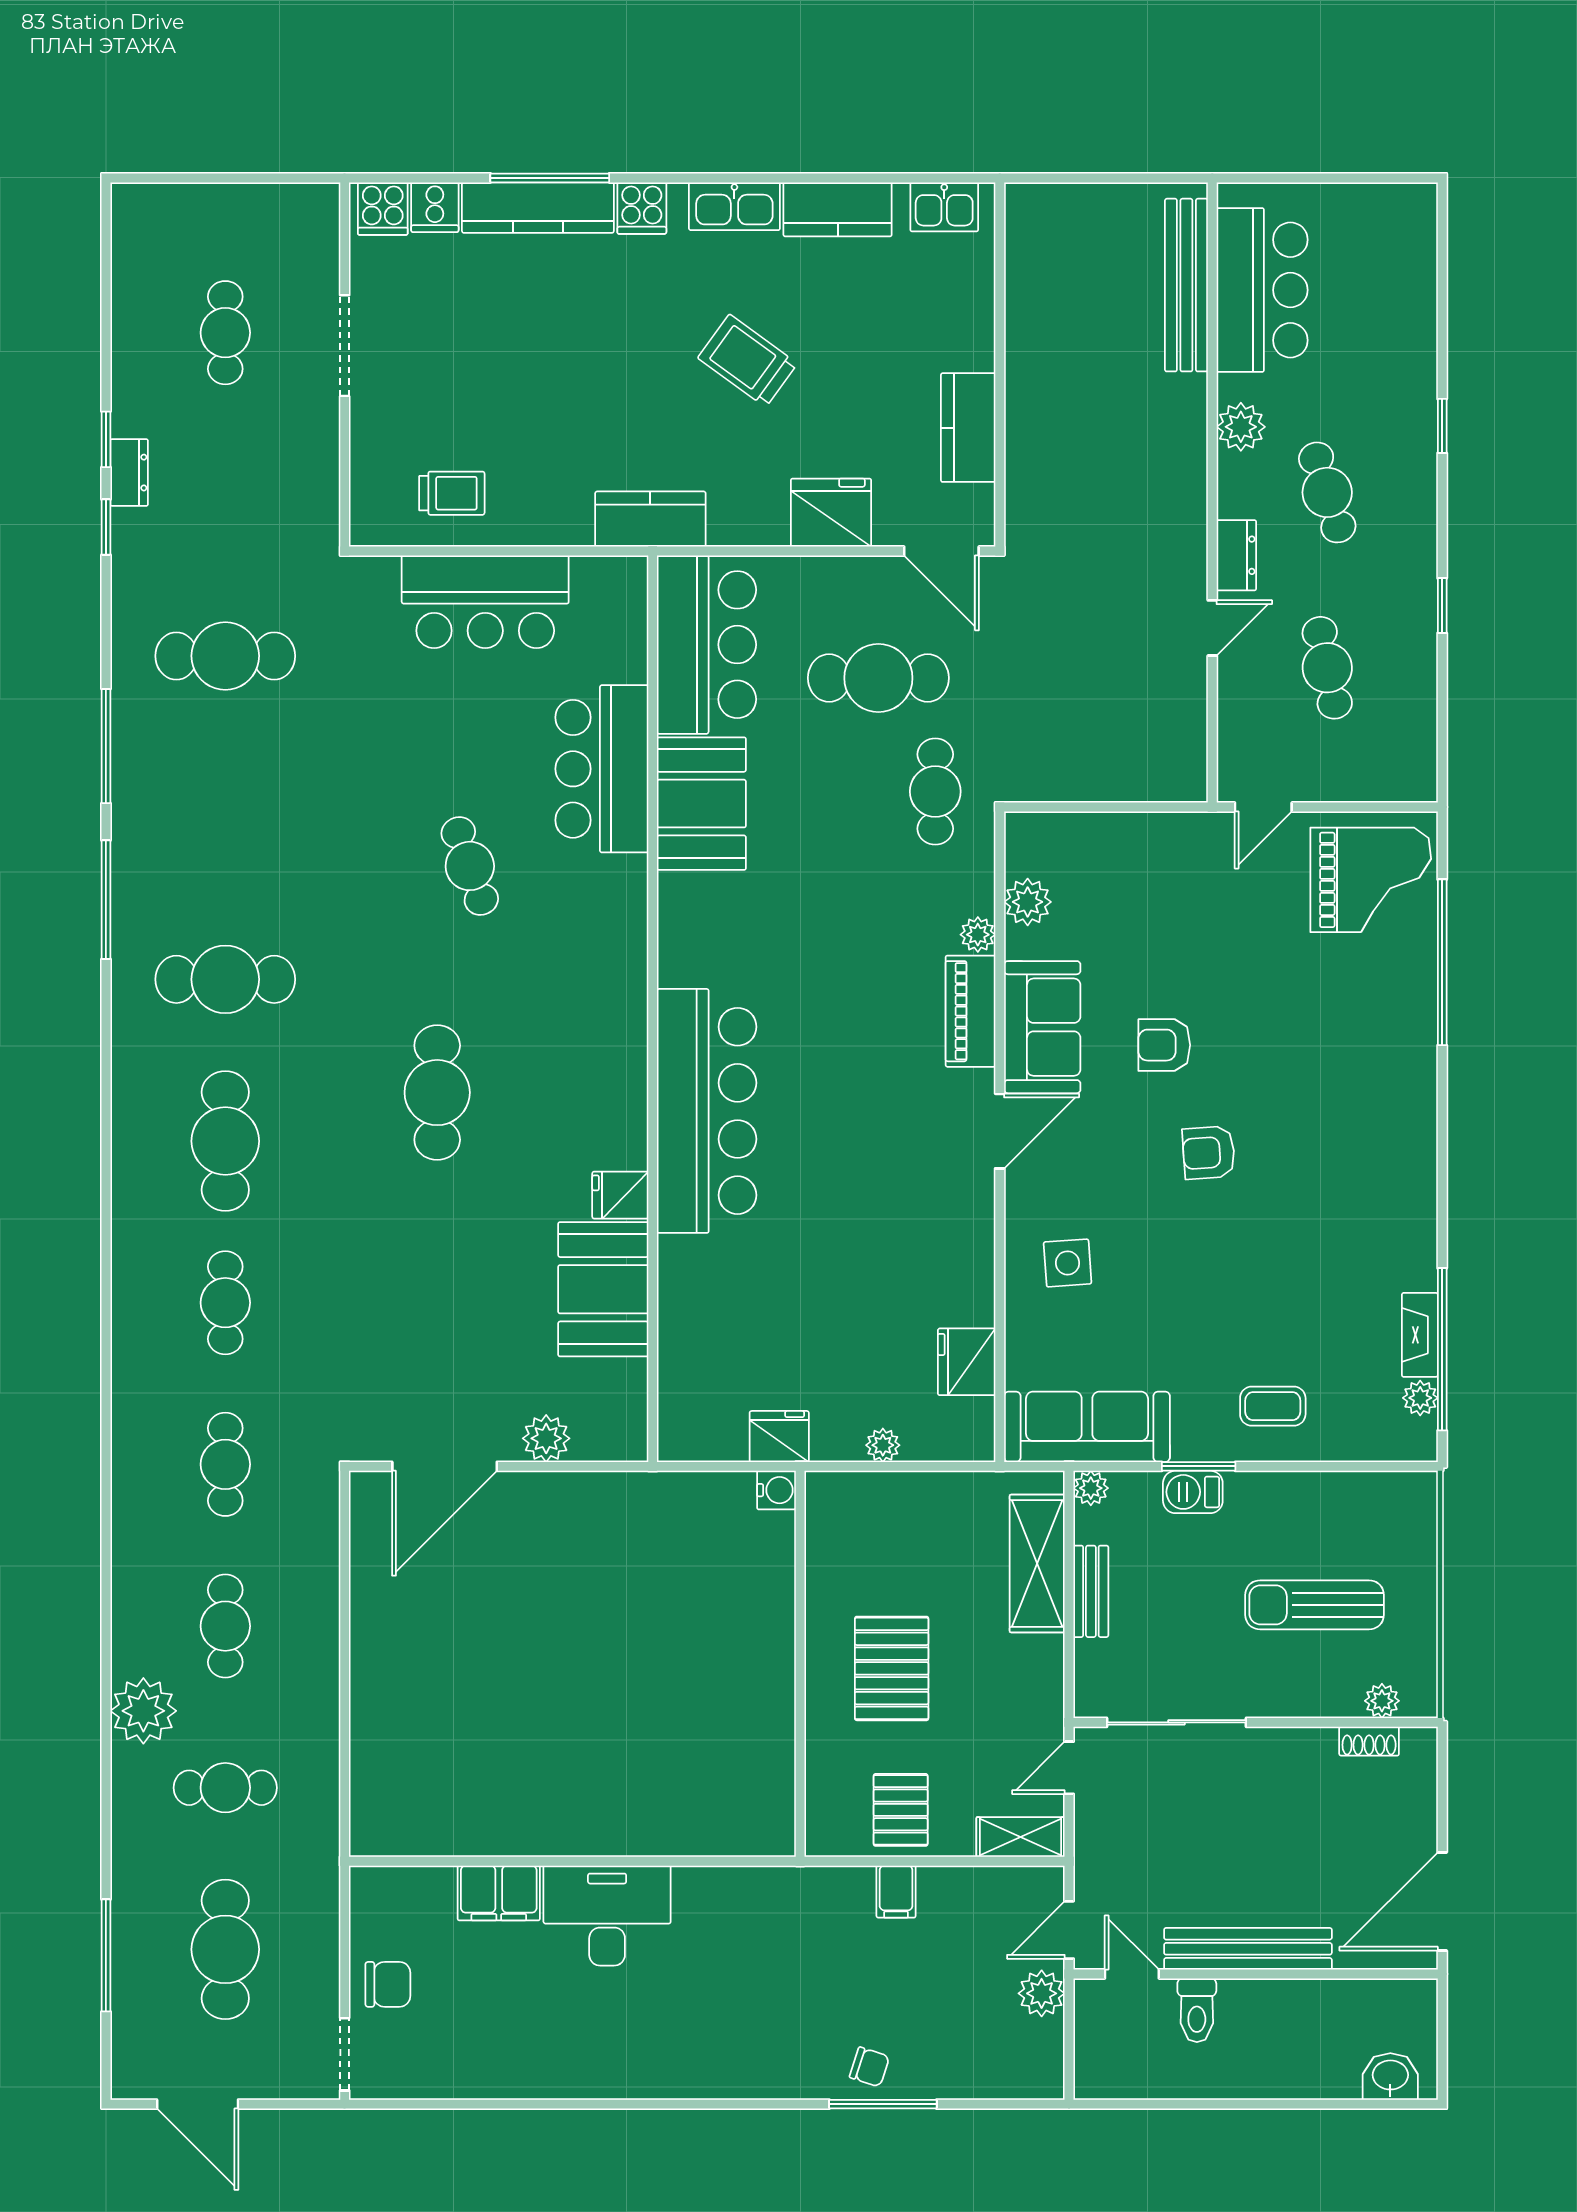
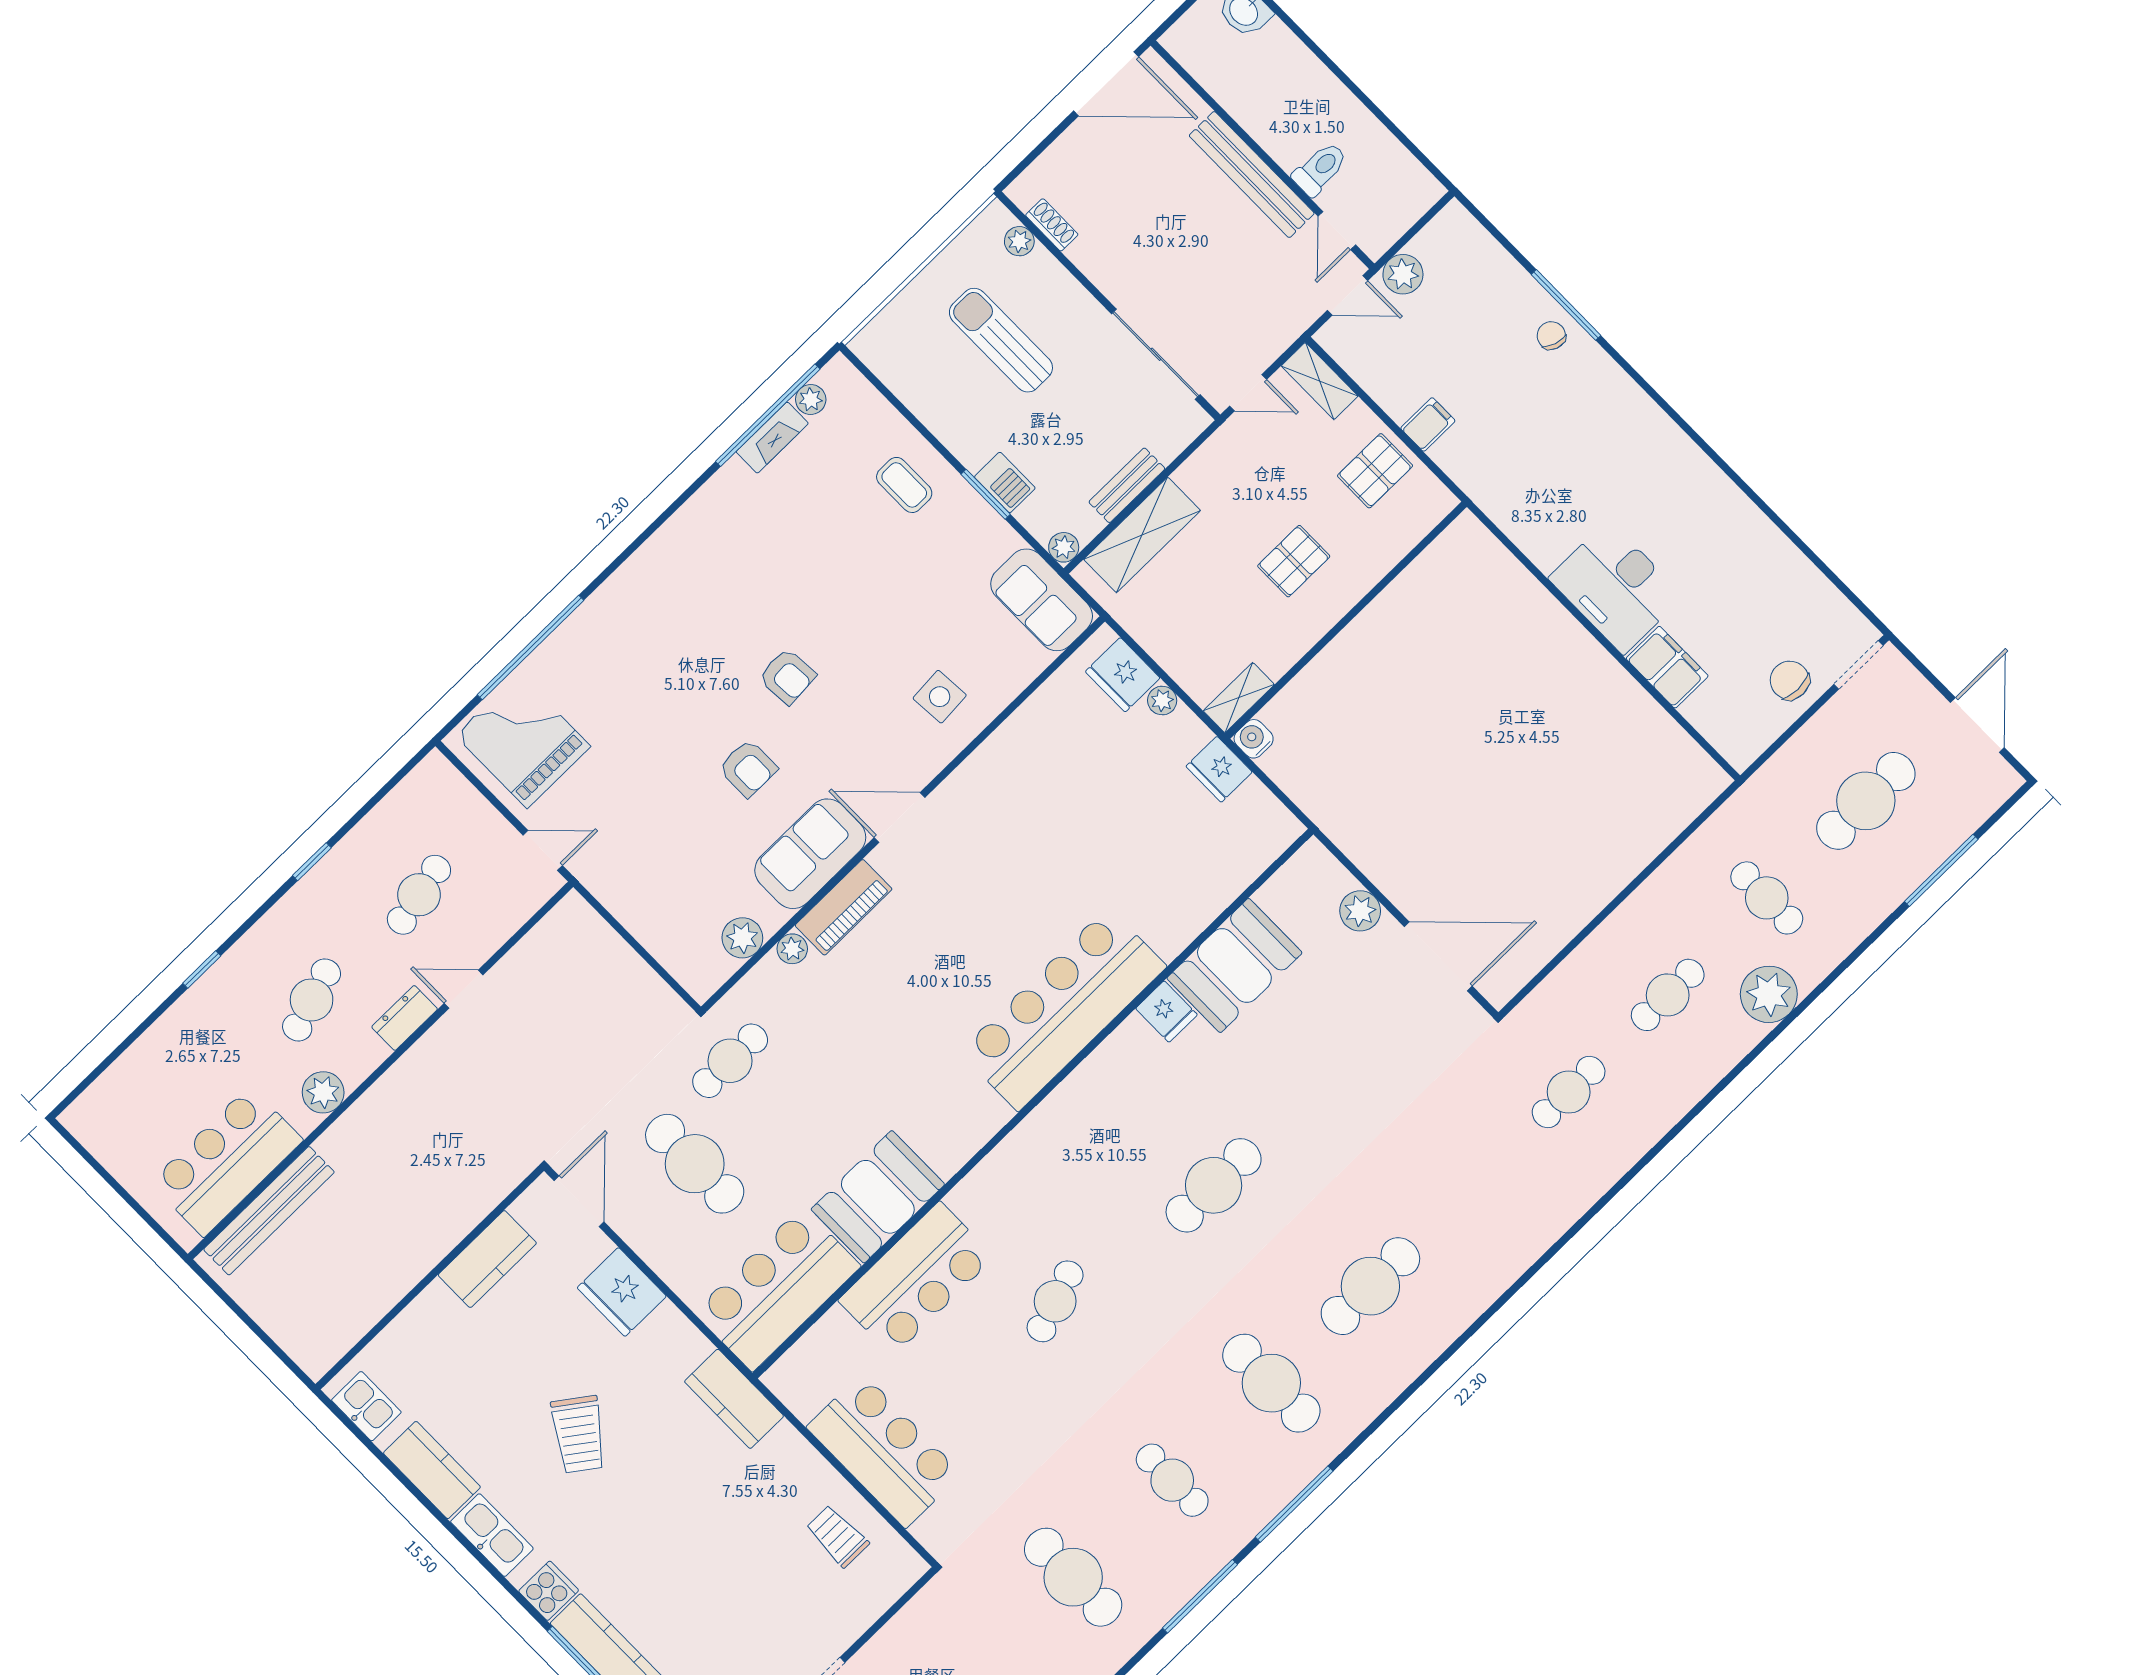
cafe table: (225, 1303) -> (1172, 1480), moved, turned 90
fridge: (967, 1362) -> (1123, 675), moved, turned 90
sofa: (1087, 1427) -> (1042, 600), width x0.73
shelving: (823, 1511) -> (1239, 698), added
sun lounger: (1315, 1605) -> (1001, 340), turned 180
pallet: (892, 1668) -> (1294, 561), width x0.67, depth x0.71

